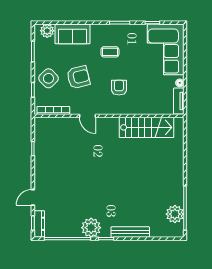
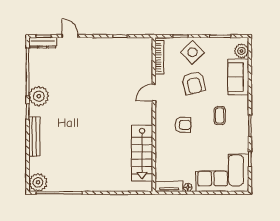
plant: (175, 214) -> (38, 182), moved

